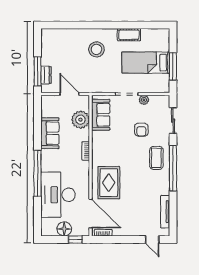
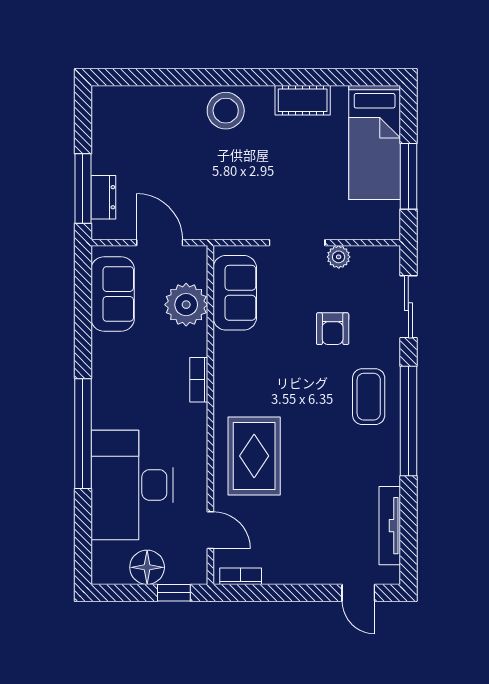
stool: (96, 49) -> (226, 111), moved
bed: (146, 63) -> (375, 142), moved, turned -90
sofa: (50, 133) -> (113, 294), moved
door: (91, 213) -> (210, 530), width x0.53

